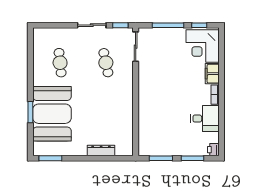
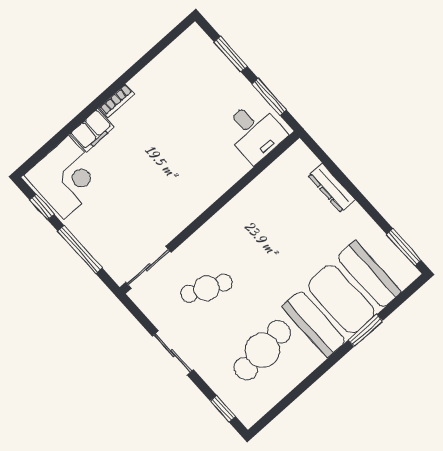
window: (120, 25) -> (223, 409), moved
cafe table: (60, 63) -> (262, 350), width x1.37, depth x1.35
cafe table: (106, 63) -> (206, 288), turned 36
desk: (205, 119) -> (254, 132), moved, turned 180
printer: (213, 150) -> (194, 36), removed

